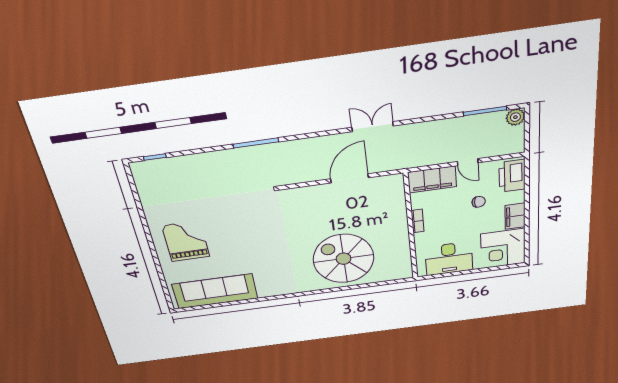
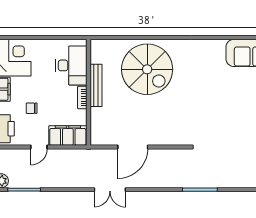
door: (468, 162) -> (39, 147), swing flipped
bench: (402, 235) -> (96, 85), added
desk: (449, 259) -> (71, 65), moved, turned 90

